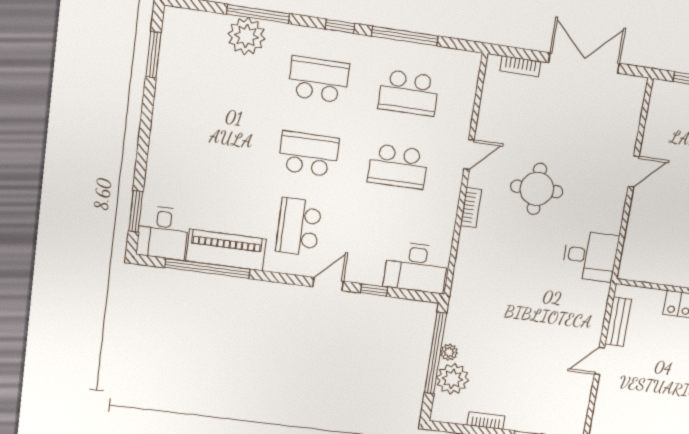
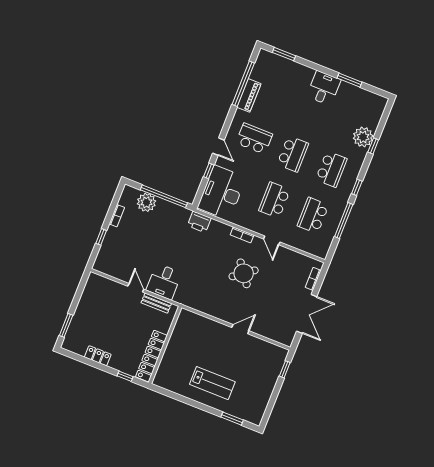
window: (258, 14) -> (373, 146), width x0.46
window: (153, 55) -> (350, 80), moved
door: (634, 171) -> (240, 329), swing flipped
round table: (537, 189) -> (244, 273), turned -37
desk: (163, 233) -> (324, 88), moved, turned 90
piano: (226, 250) -> (249, 95), width x0.73, depth x0.75
desk: (590, 256) -> (164, 282), moved
desk: (416, 268) -> (222, 193), width x1.36, depth x1.30
printer: (465, 285) -> (199, 222), added
plant: (449, 352) -> (163, 204), removed

